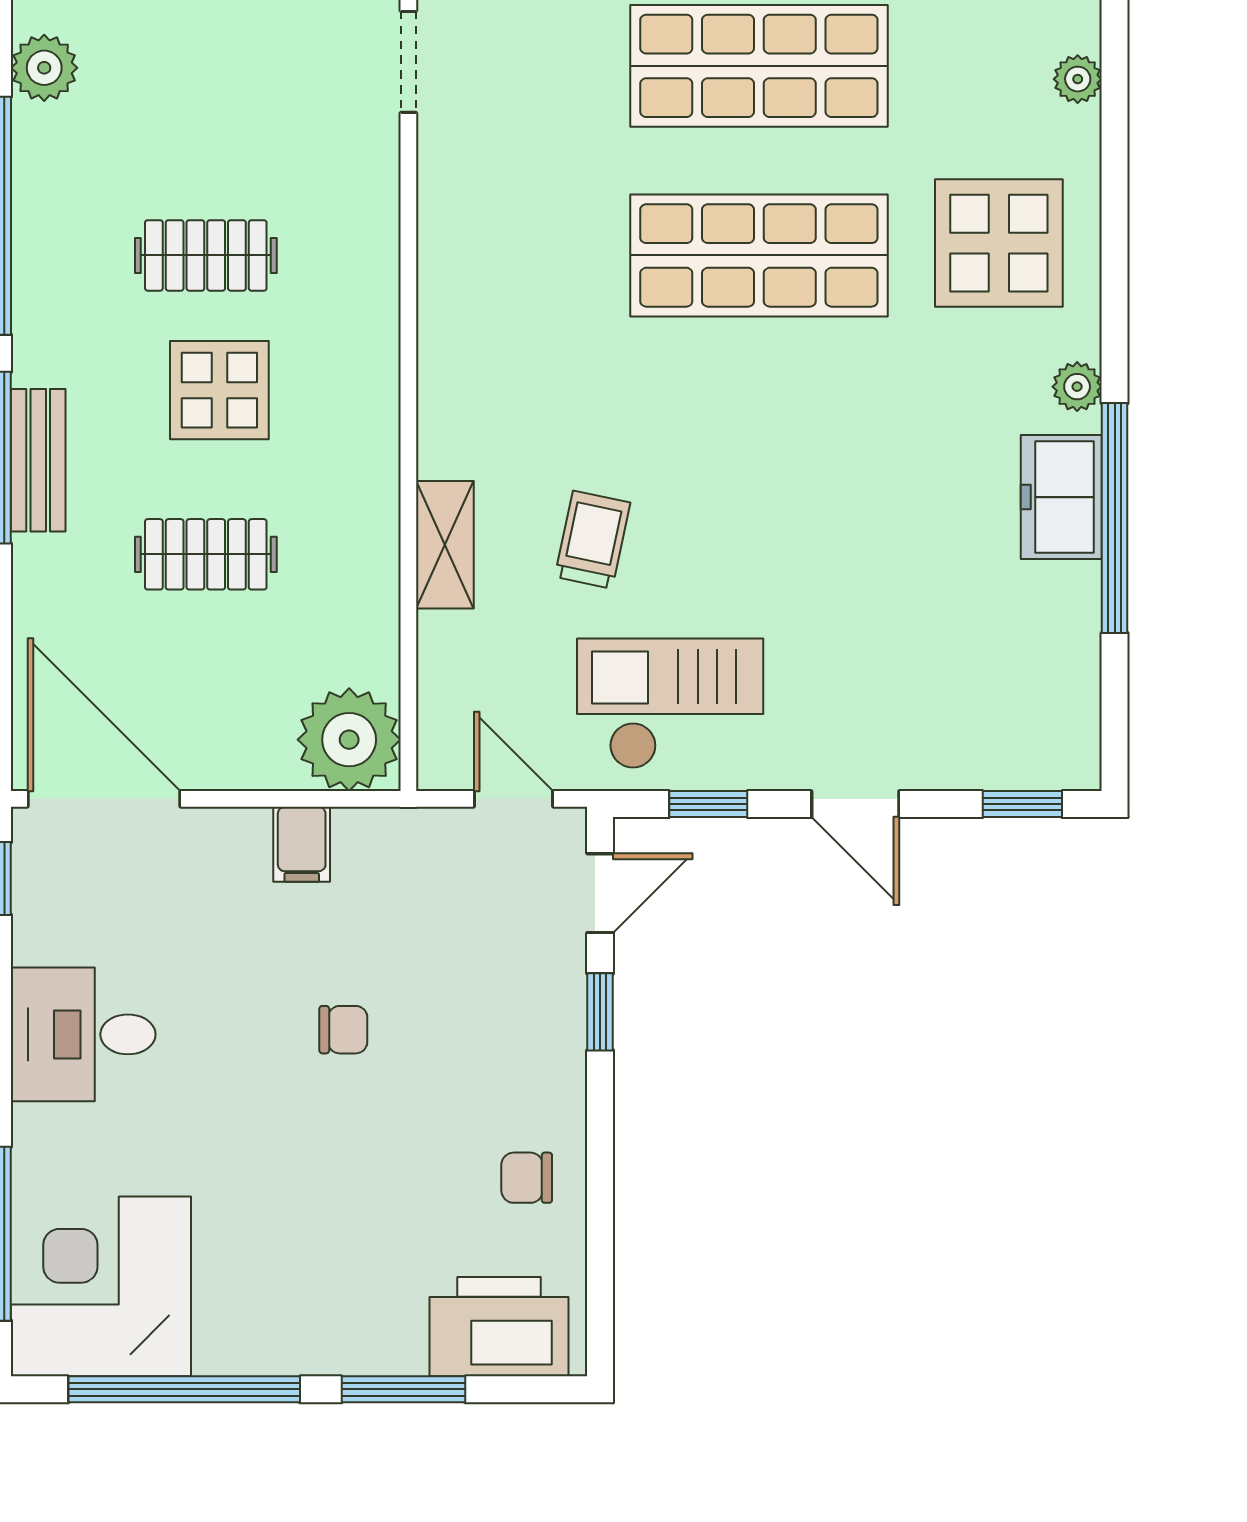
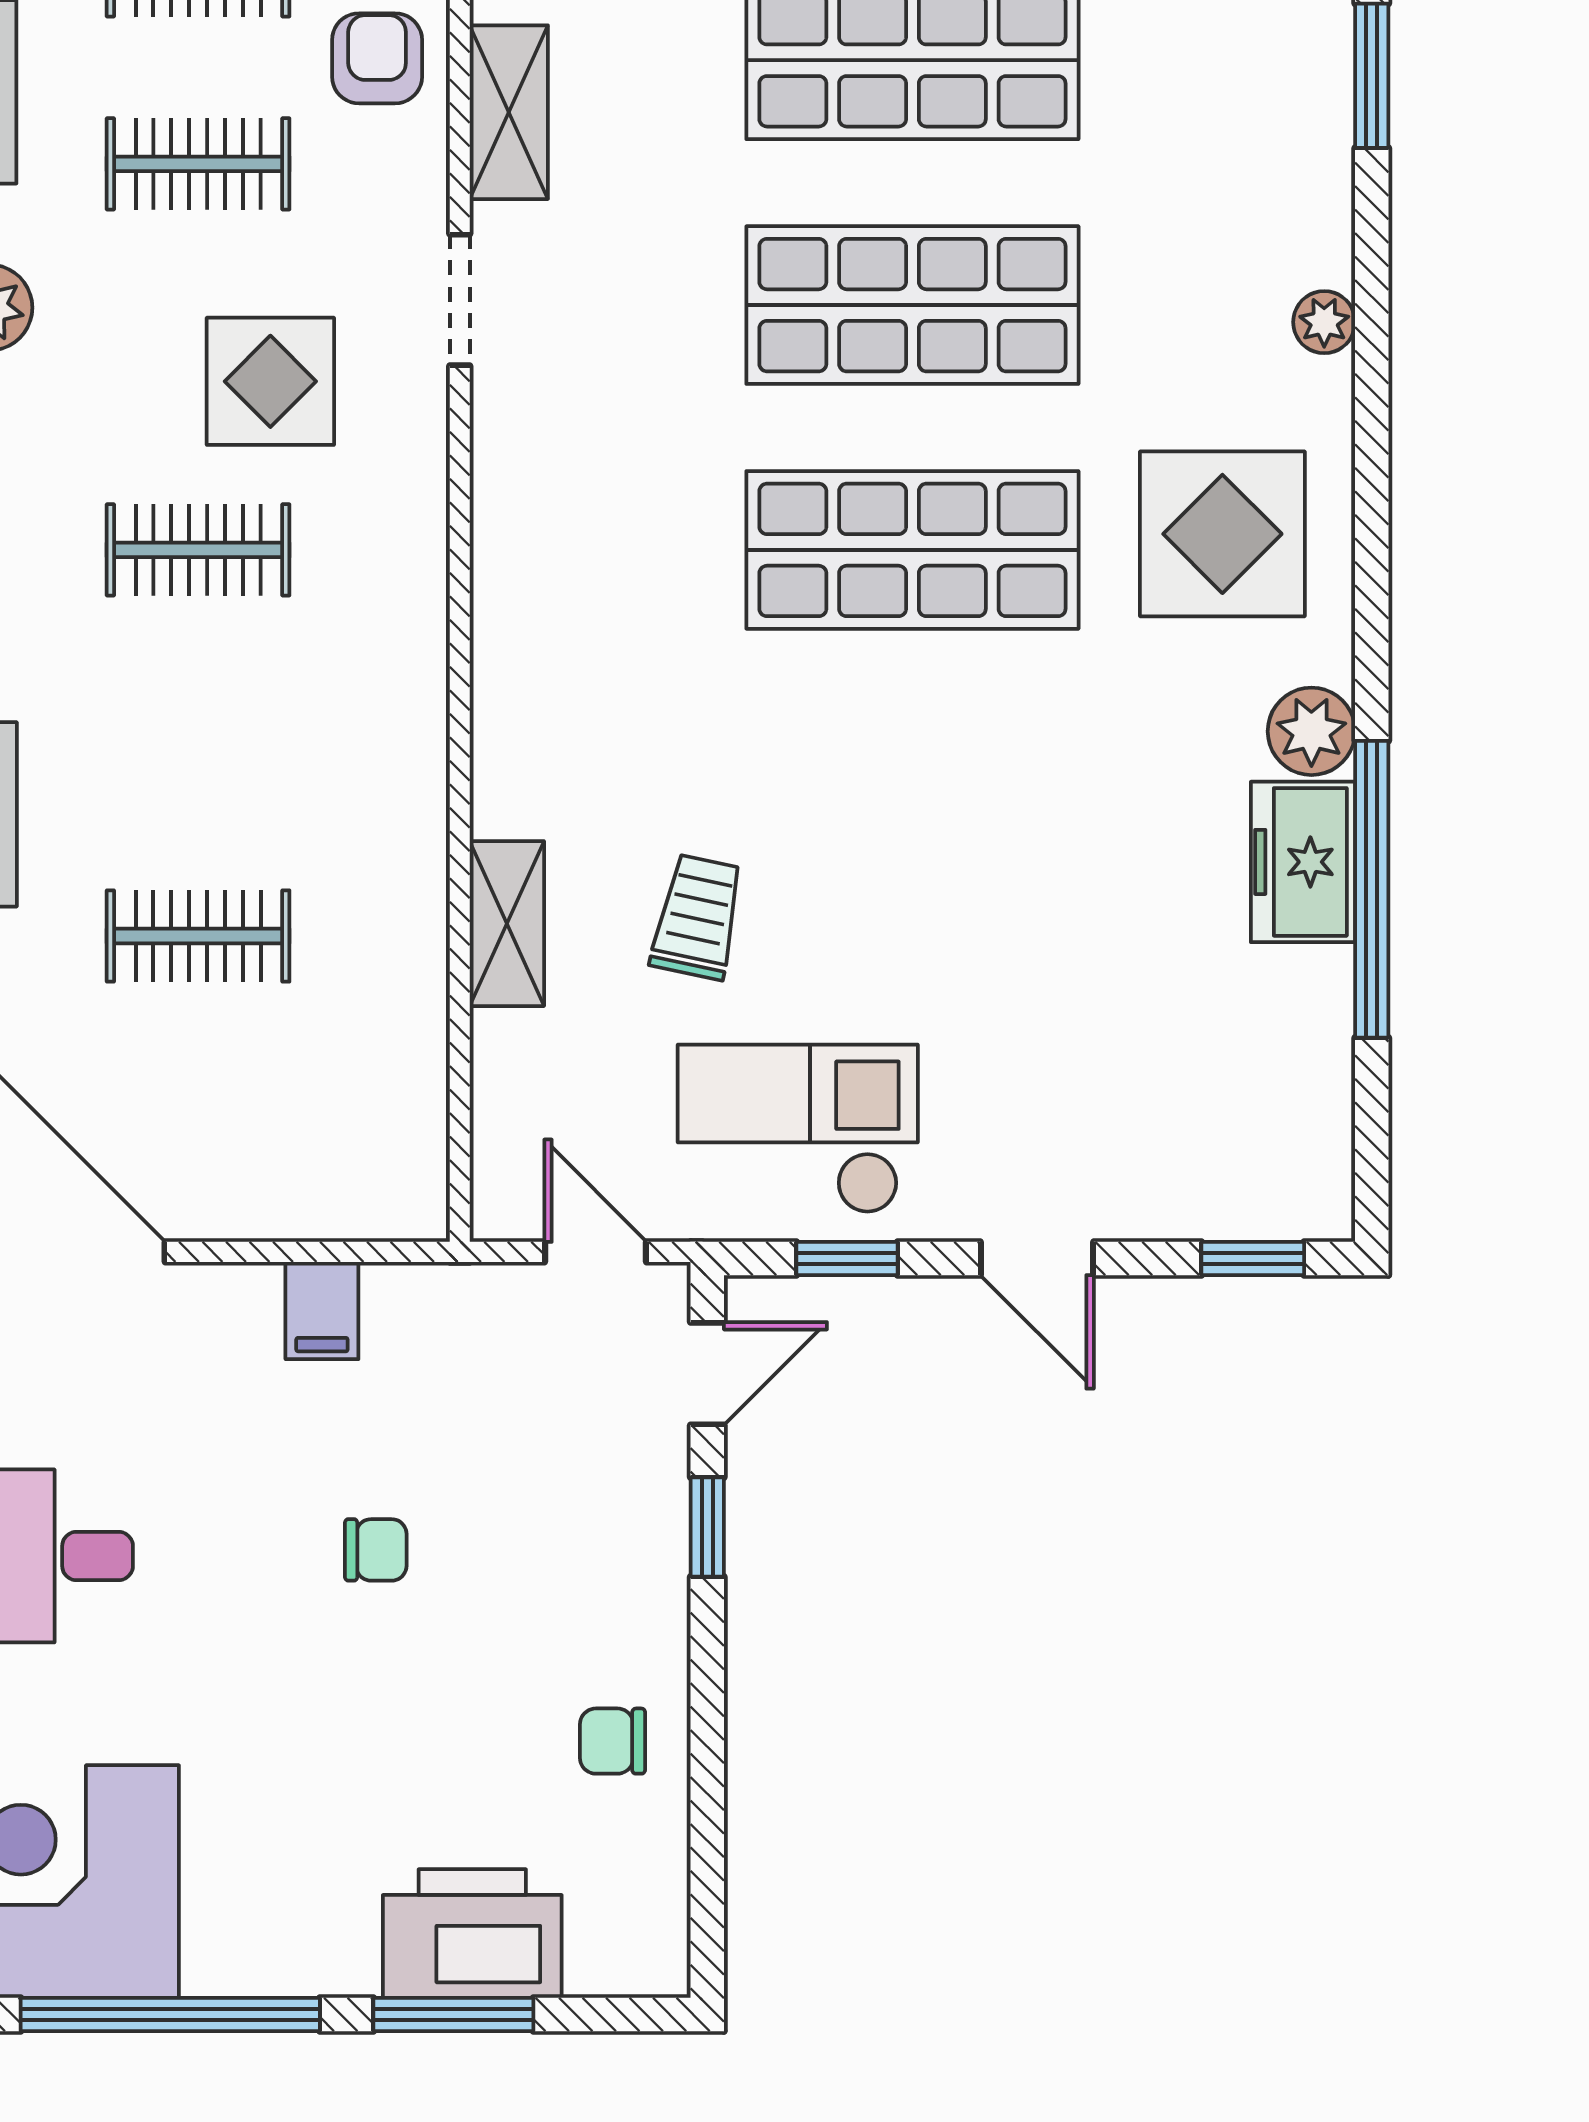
plant: (1077, 387) -> (1311, 731), width x1.38, depth x1.38
display table: (219, 390) -> (270, 381), moved
plant: (349, 740) -> (383, 1175), removed
printer: (499, 1327) -> (472, 1934), moved

